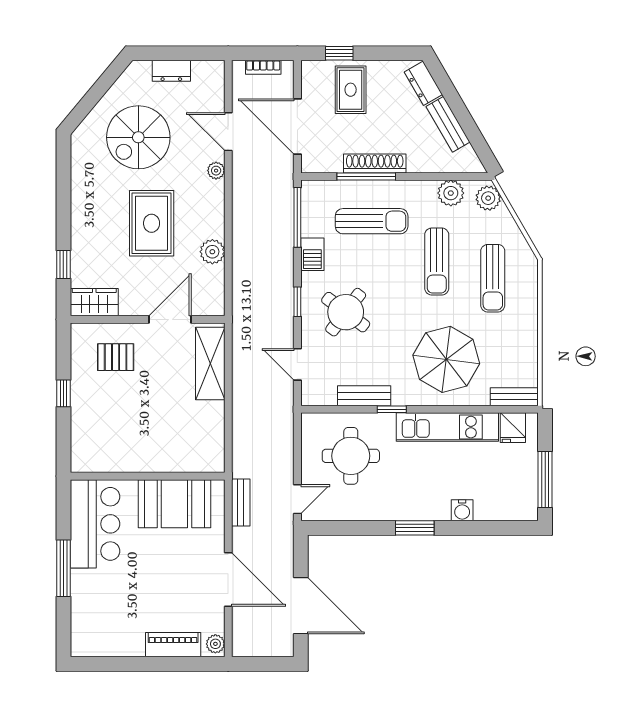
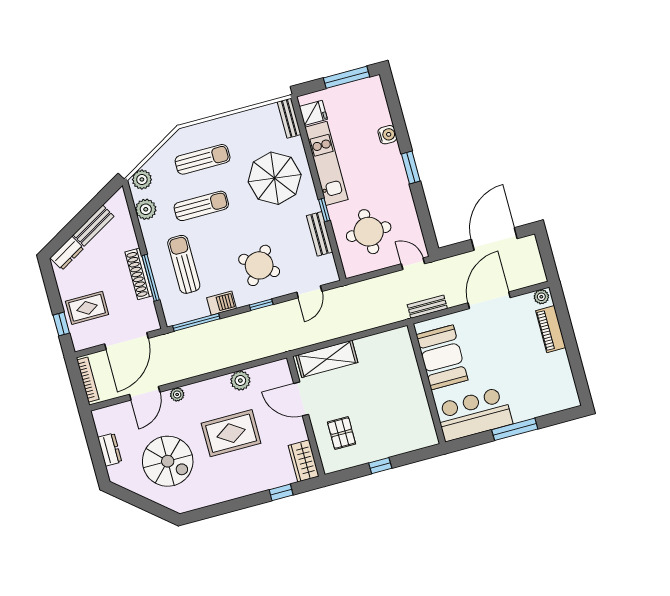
bookcase: (263, 67) -> (88, 380), width x1.56

